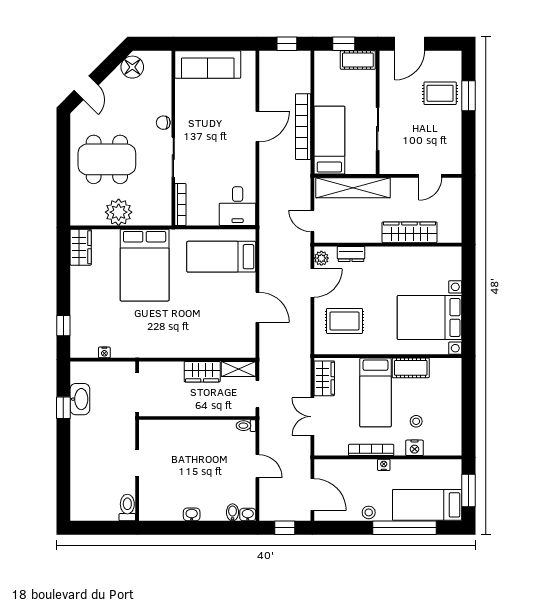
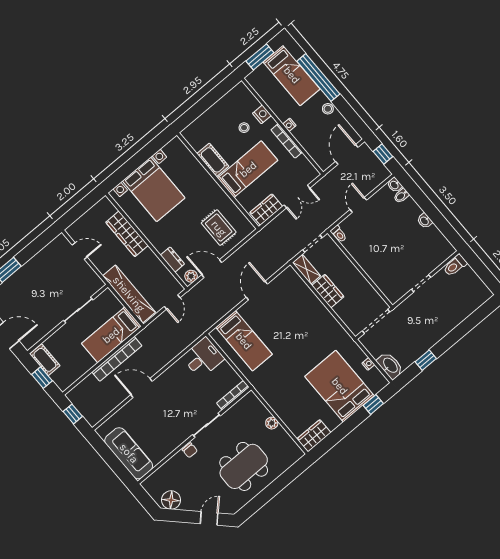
rug: (440, 93) -> (22, 289), removed
dining table: (107, 159) -> (244, 466), turned 90
plant: (119, 212) -> (272, 423), width x0.53, depth x0.53
bed: (145, 265) -> (340, 386), moved, turned -90
bed with nightstands: (430, 318) -> (154, 189), moved
washbasin: (80, 399) -> (390, 366), moved, turned 90

